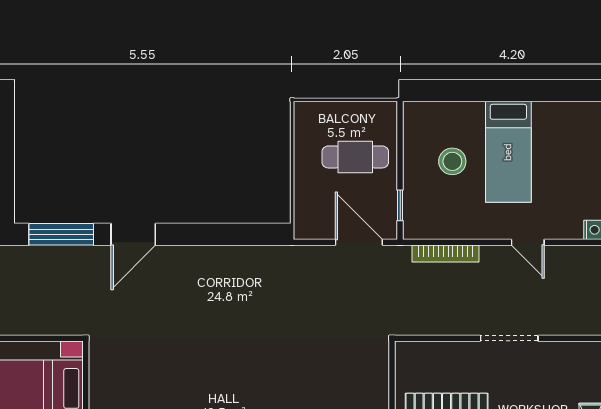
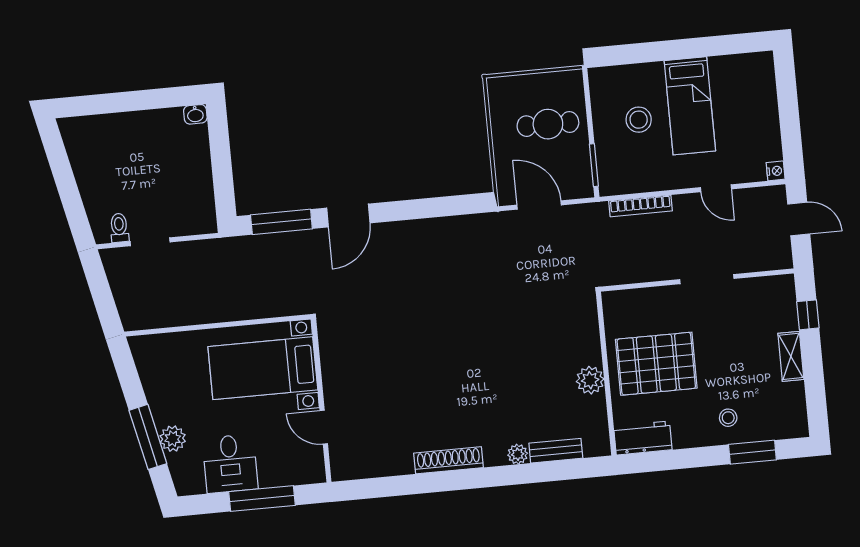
window: (400, 205) -> (594, 165), width x1.50
door: (359, 242) -> (539, 205), moved

